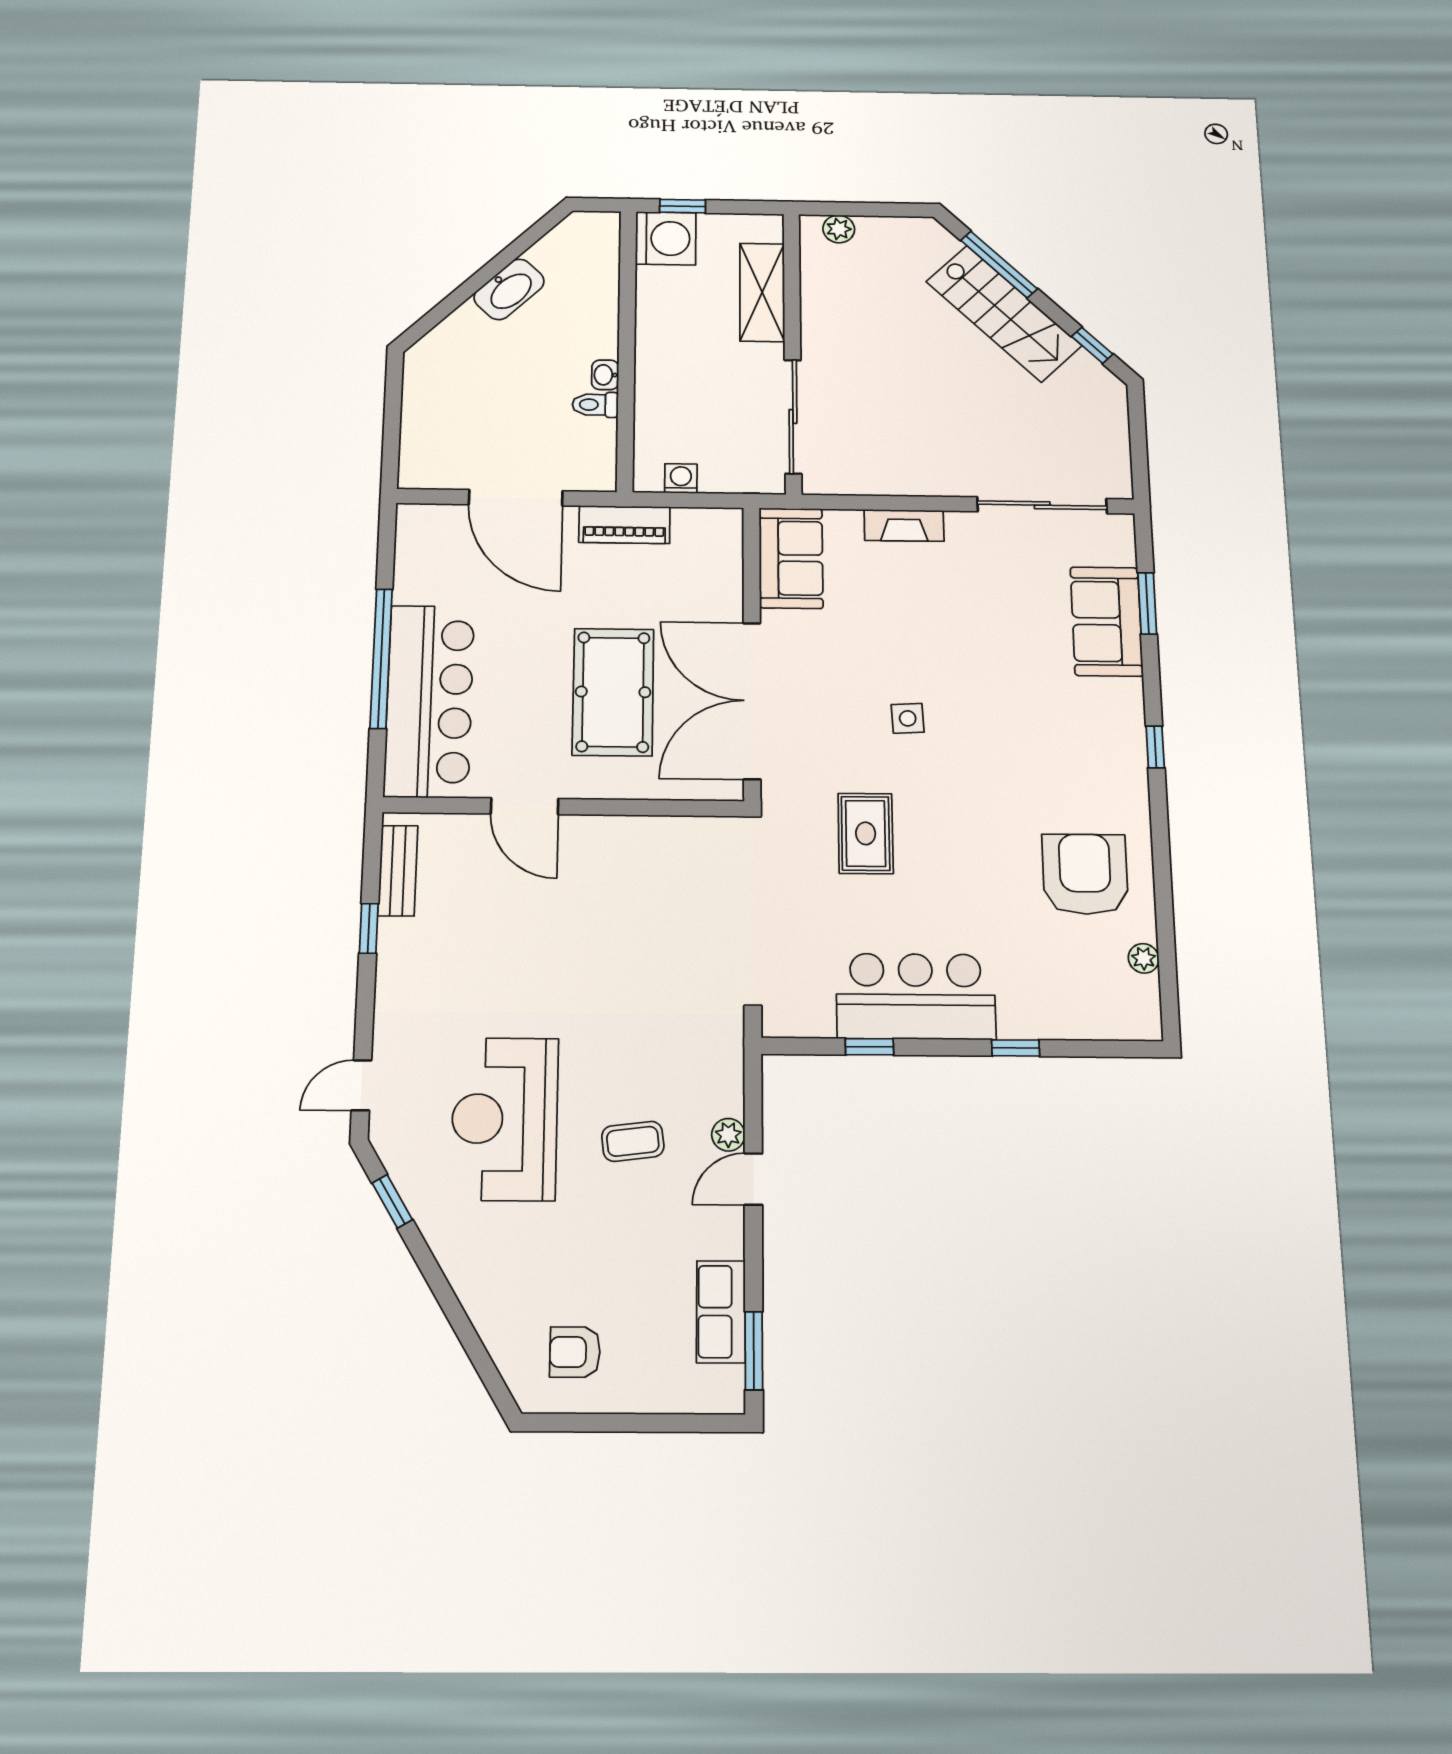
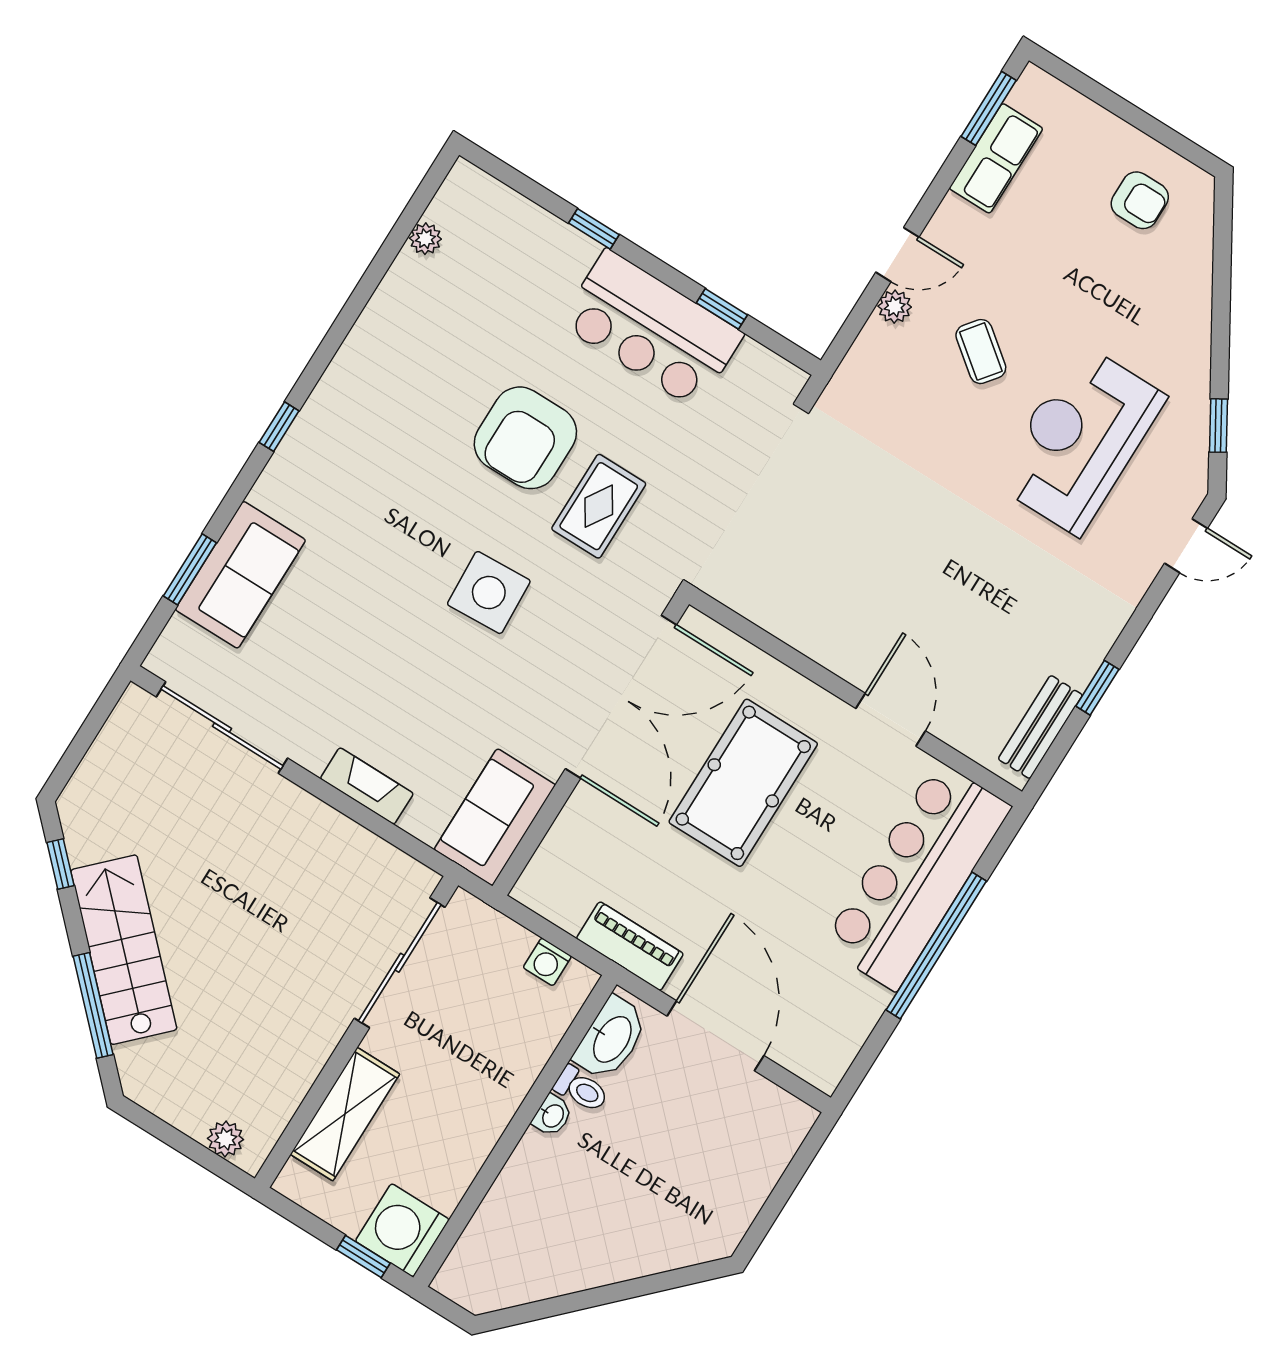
washbasin: (509, 289) -> (611, 1039), moved, turned 135
side table: (908, 718) -> (489, 593), width x1.87, depth x1.87
armchair: (1085, 874) -> (525, 438), moved
reception desk: (505, 1119) -> (1080, 440), turned 180
coffee table: (633, 1141) -> (981, 352), turned 45

